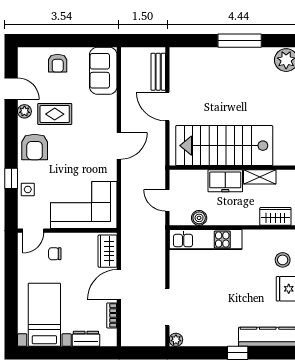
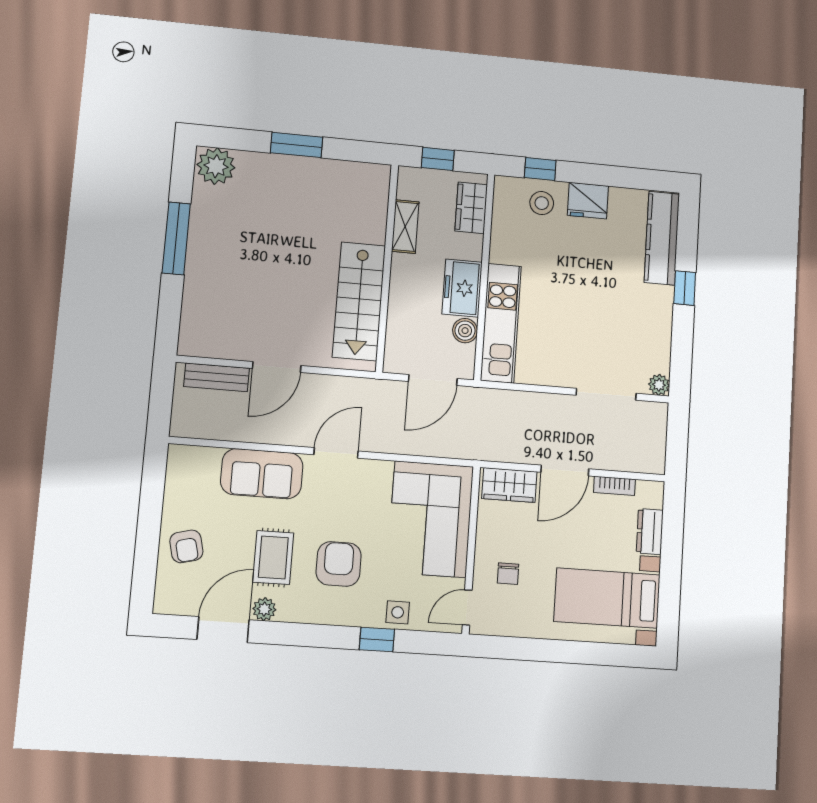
armchair: (58, 63) -> (186, 546), turned 76
sofa: (103, 71) -> (262, 474), moved
door: (11, 89) -> (223, 630), width x1.38
door: (119, 146) -> (336, 453), hinge flipped
stairs: (224, 146) -> (359, 301), width x0.73, depth x0.66
armchair: (35, 147) -> (339, 564), moved, turned -90
freezer: (225, 181) -> (462, 288), moved, turned 180
door: (167, 200) -> (433, 380), width x1.38
door: (33, 231) -> (467, 608), swing flipped
door: (119, 284) -> (565, 470), hinge flipped

